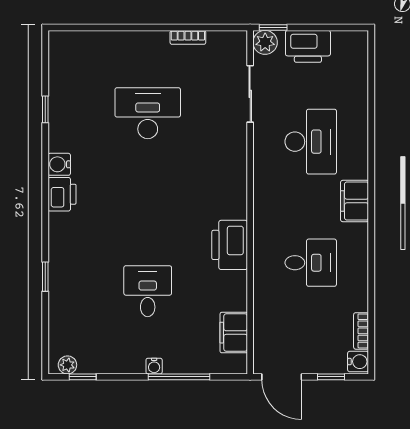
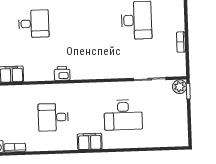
printer: (308, 46) -> (178, 111), removed
printer: (230, 245) -> (62, 73), width x0.53, depth x0.68
desk: (311, 263) -> (53, 117), turned 90

